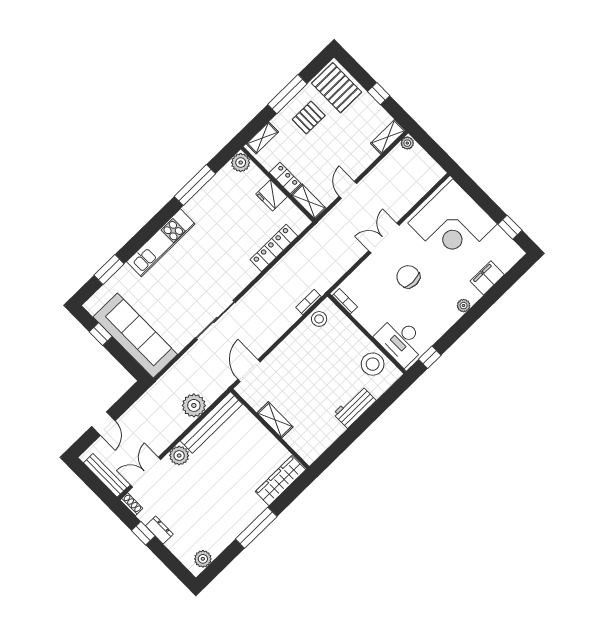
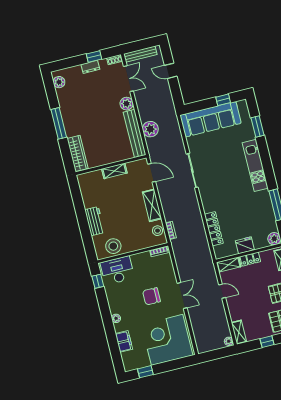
chair: (408, 277) -> (151, 296), turned 180
shelving: (291, 345) -> (152, 205), added

